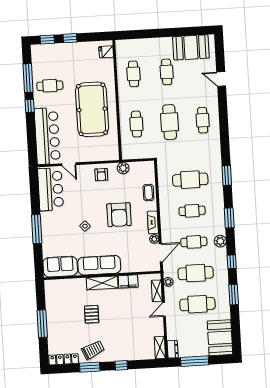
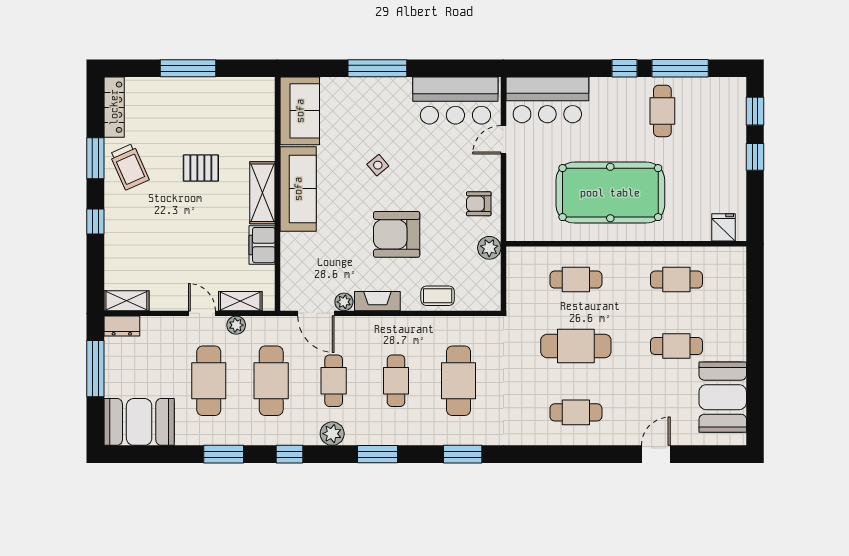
bar counter: (47, 136) -> (547, 100), width x0.73
plant: (168, 282) -> (236, 325), moved

